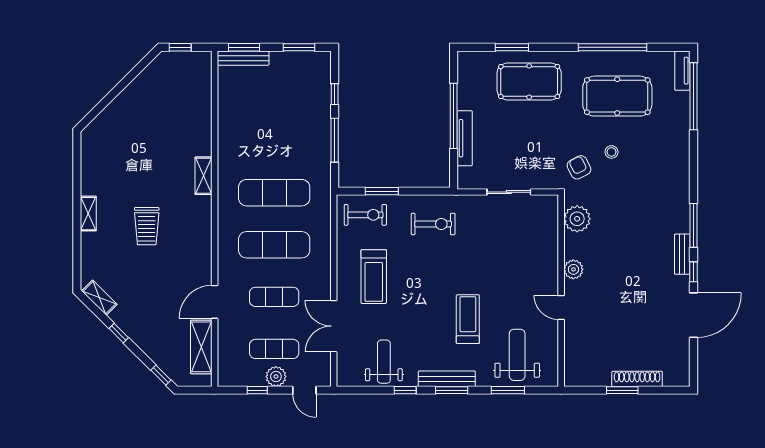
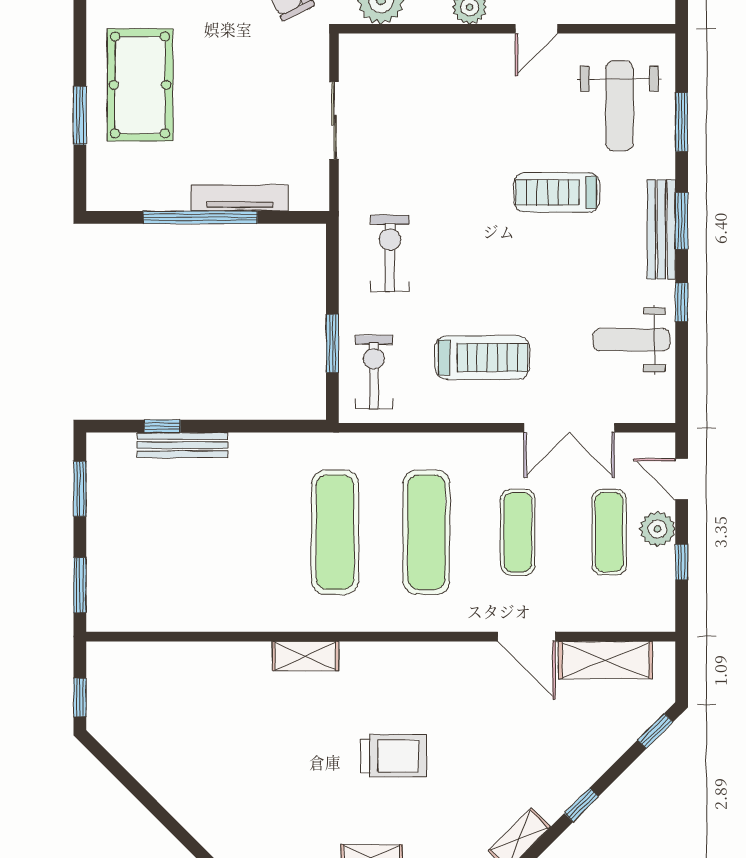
bench: (243, 58) -> (182, 445), moved, turned 90
window: (335, 140) -> (243, 426), removed
weight bench: (517, 355) -> (619, 106), turned -90
door: (304, 390) -> (682, 479), swing flipped

